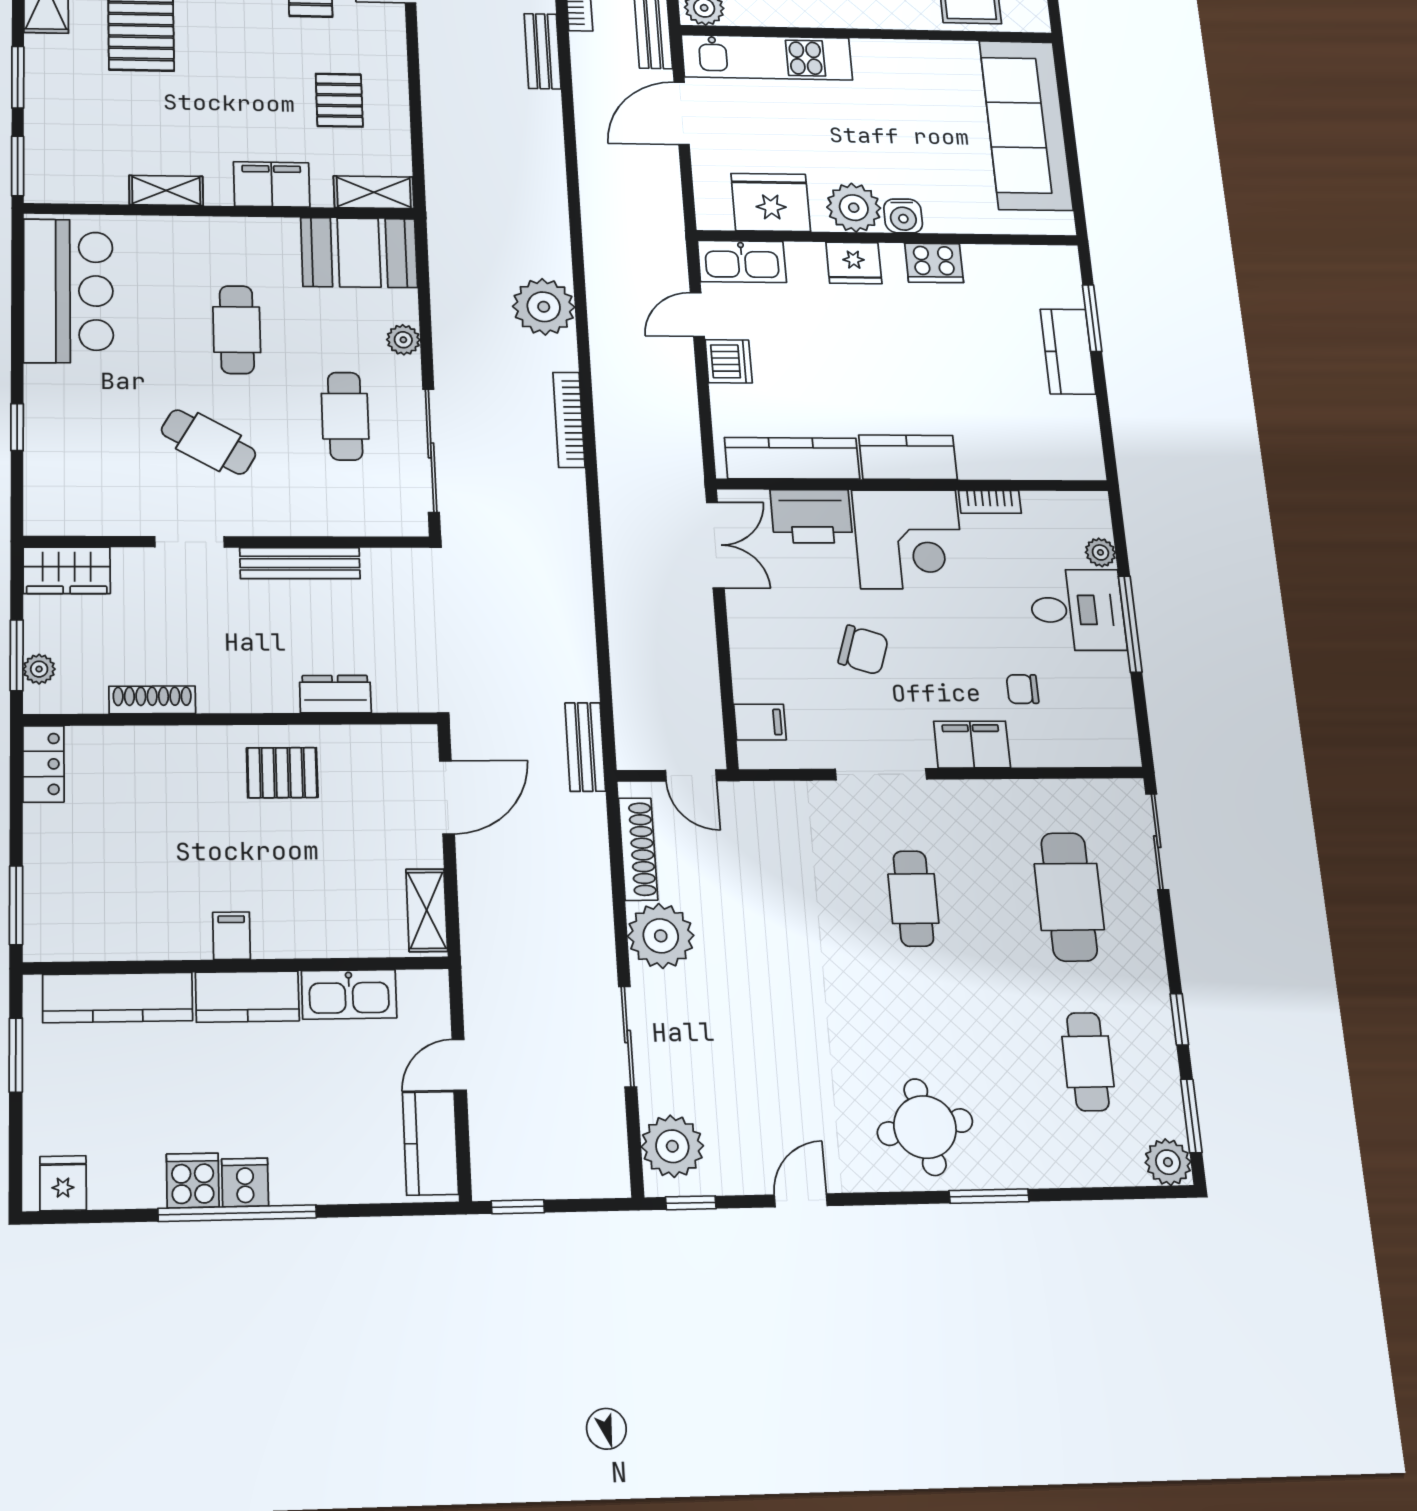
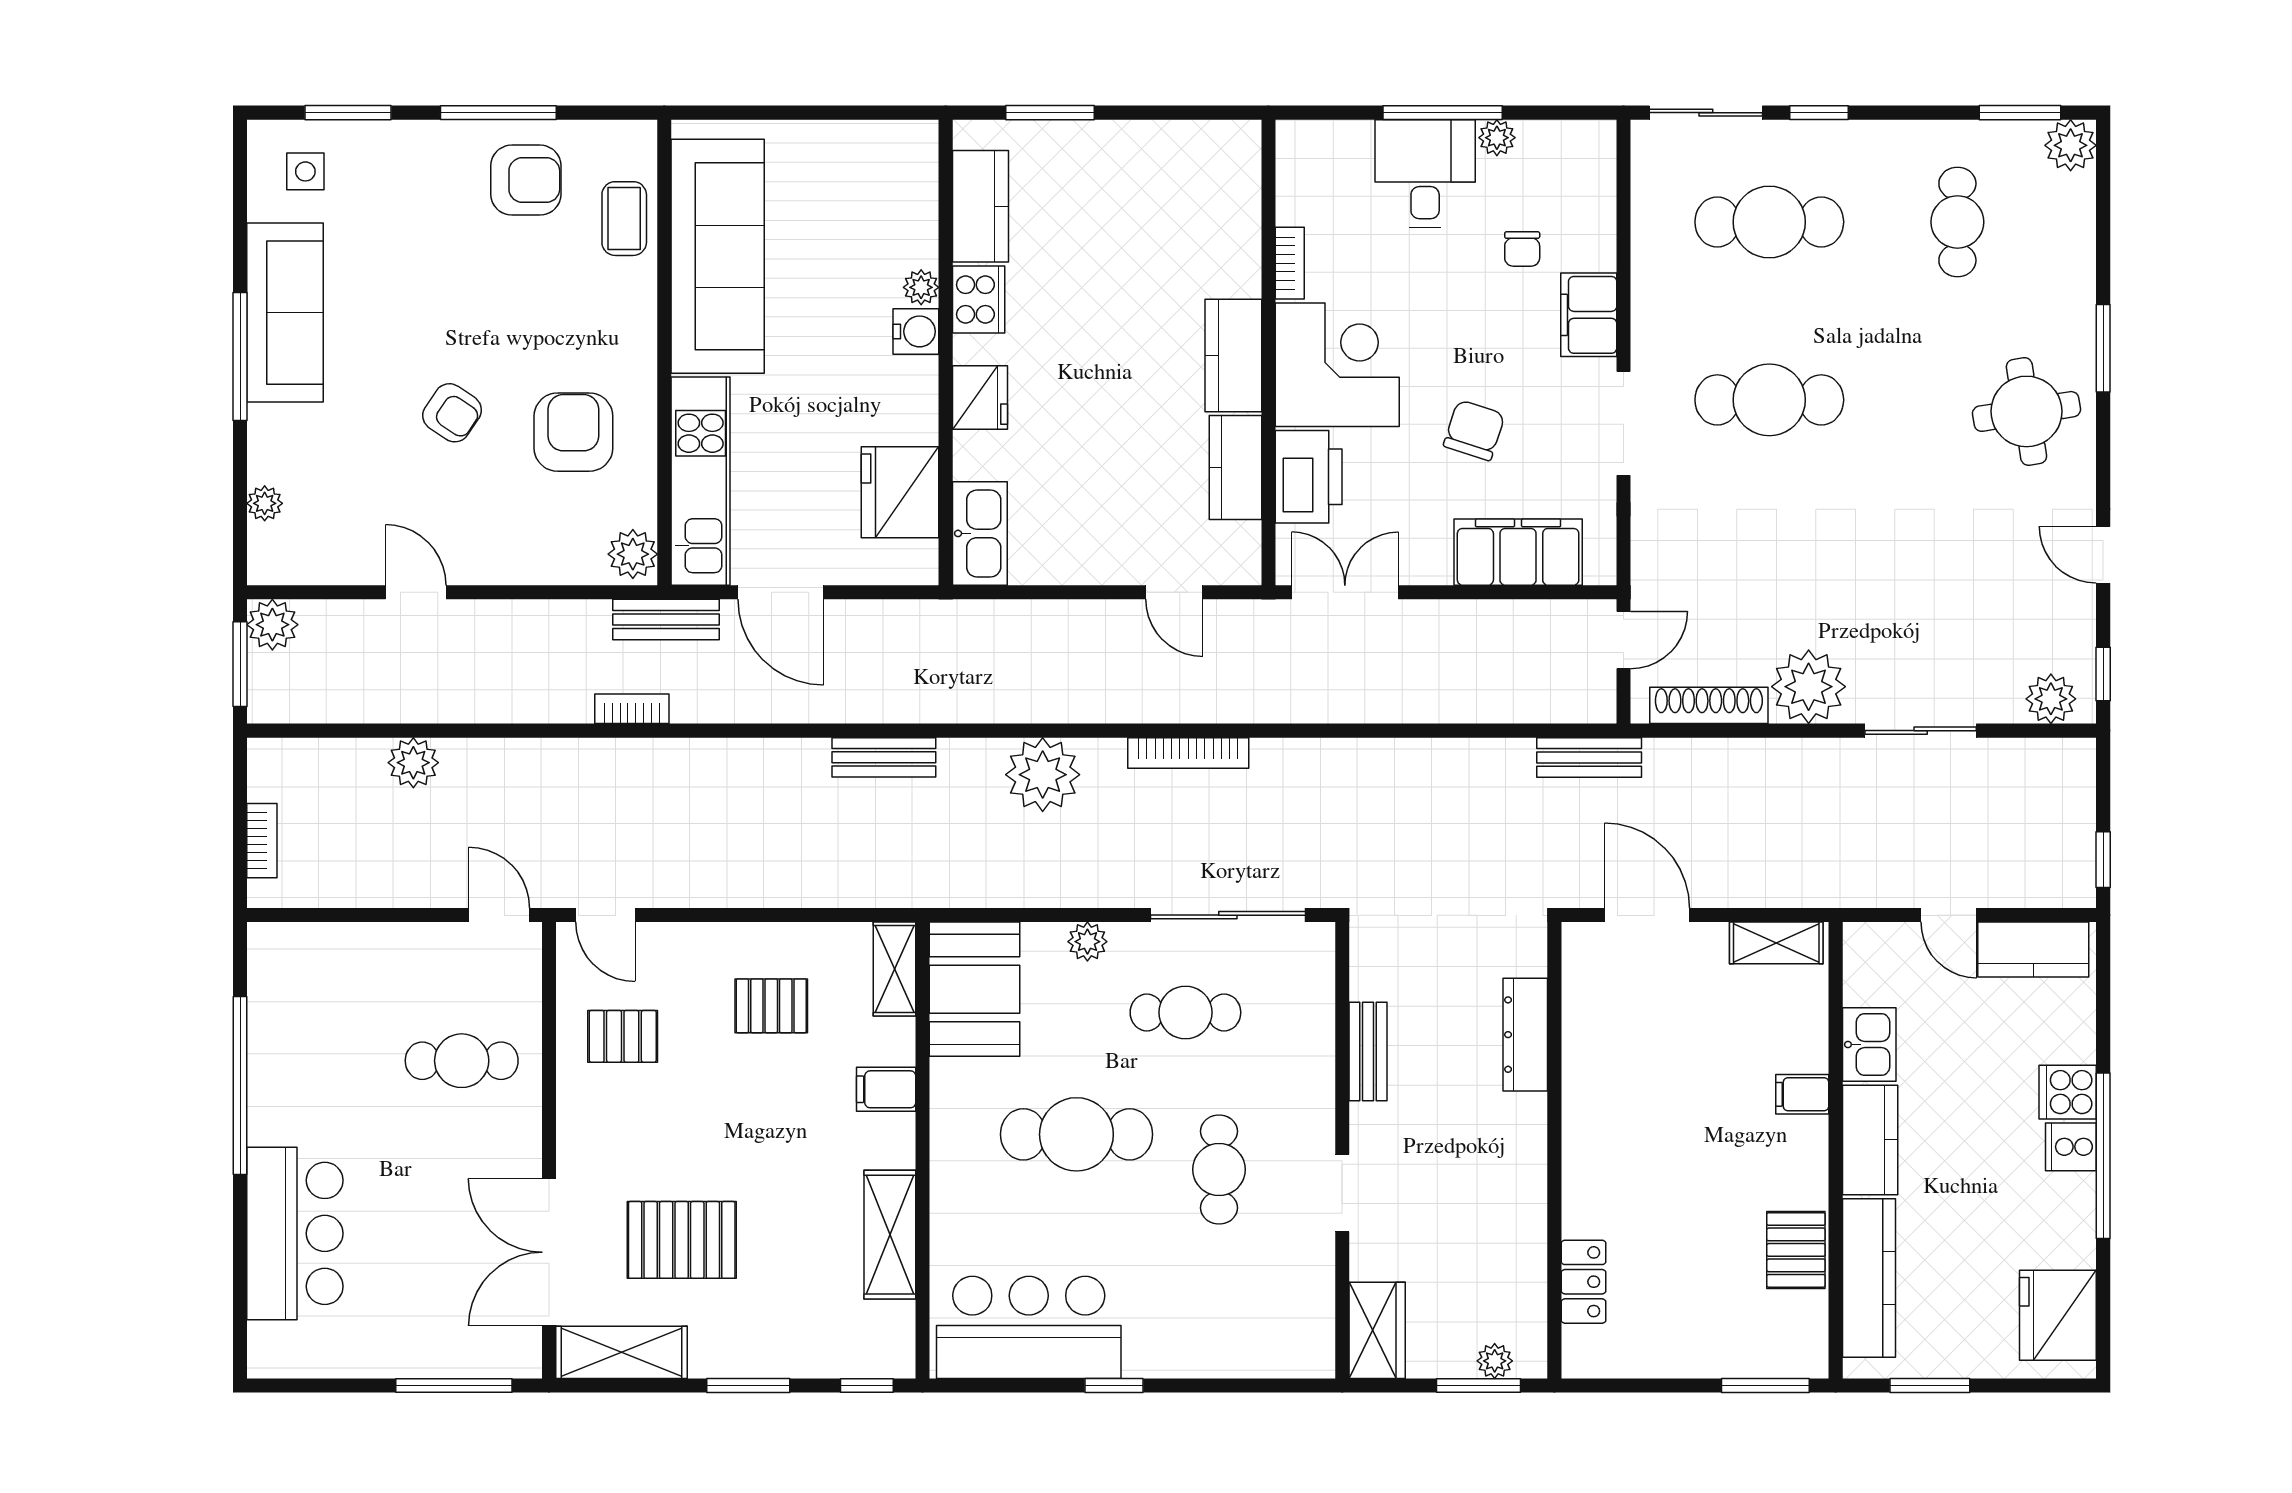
bench: (542, 51) -> (884, 757), moved
sofa: (1026, 125) -> (718, 256), moved, turned -90
window: (18, 166) -> (867, 1385), width x0.67
filing cabinet: (272, 184) -> (886, 1089), width x0.50
shelving: (166, 190) -> (890, 1235), width x1.50, depth x1.33
plant: (854, 208) -> (921, 287), moved, width x0.53, depth x0.53
door: (697, 315) -> (1174, 592), moved
cafe table: (237, 330) -> (1076, 1134), width x1.37, depth x1.35
kitchen counter: (1068, 352) -> (980, 206), moved, turned -90
dishwasher: (729, 361) -> (1111, 559), removed
window: (17, 427) -> (1114, 1385), moved
cafe table: (208, 442) -> (1219, 1170), turned -30
kitchen counter: (792, 458) -> (1235, 468), width x0.67
plant: (1100, 552) -> (1497, 138), moved
bench: (300, 563) -> (1368, 1052), width x0.73
dresser: (335, 694) -> (1525, 1035), width x1.44
shoe rack: (152, 700) -> (1531, 1237), removed
filing cabinet: (760, 722) -> (1518, 552), width x3.00, depth x1.17
locker: (43, 764) -> (1583, 1282), moved, turned 90
pallet: (282, 773) -> (1796, 1250), moved
cafe table: (913, 899) -> (1769, 400), width x1.37, depth x1.35
filing cabinet: (231, 936) -> (1802, 1094), moved
kitchen sink: (349, 994) -> (1869, 1044), width x0.73
window: (1179, 1019) -> (1819, 113), moved
cafe table: (1088, 1062) -> (1957, 222), turned 90
plant: (672, 1146) -> (2051, 699), width x0.73, depth x0.73
cooker: (193, 1181) -> (2068, 1092), moved
fridge: (63, 1183) -> (2058, 1315), width x1.88, depth x1.34

